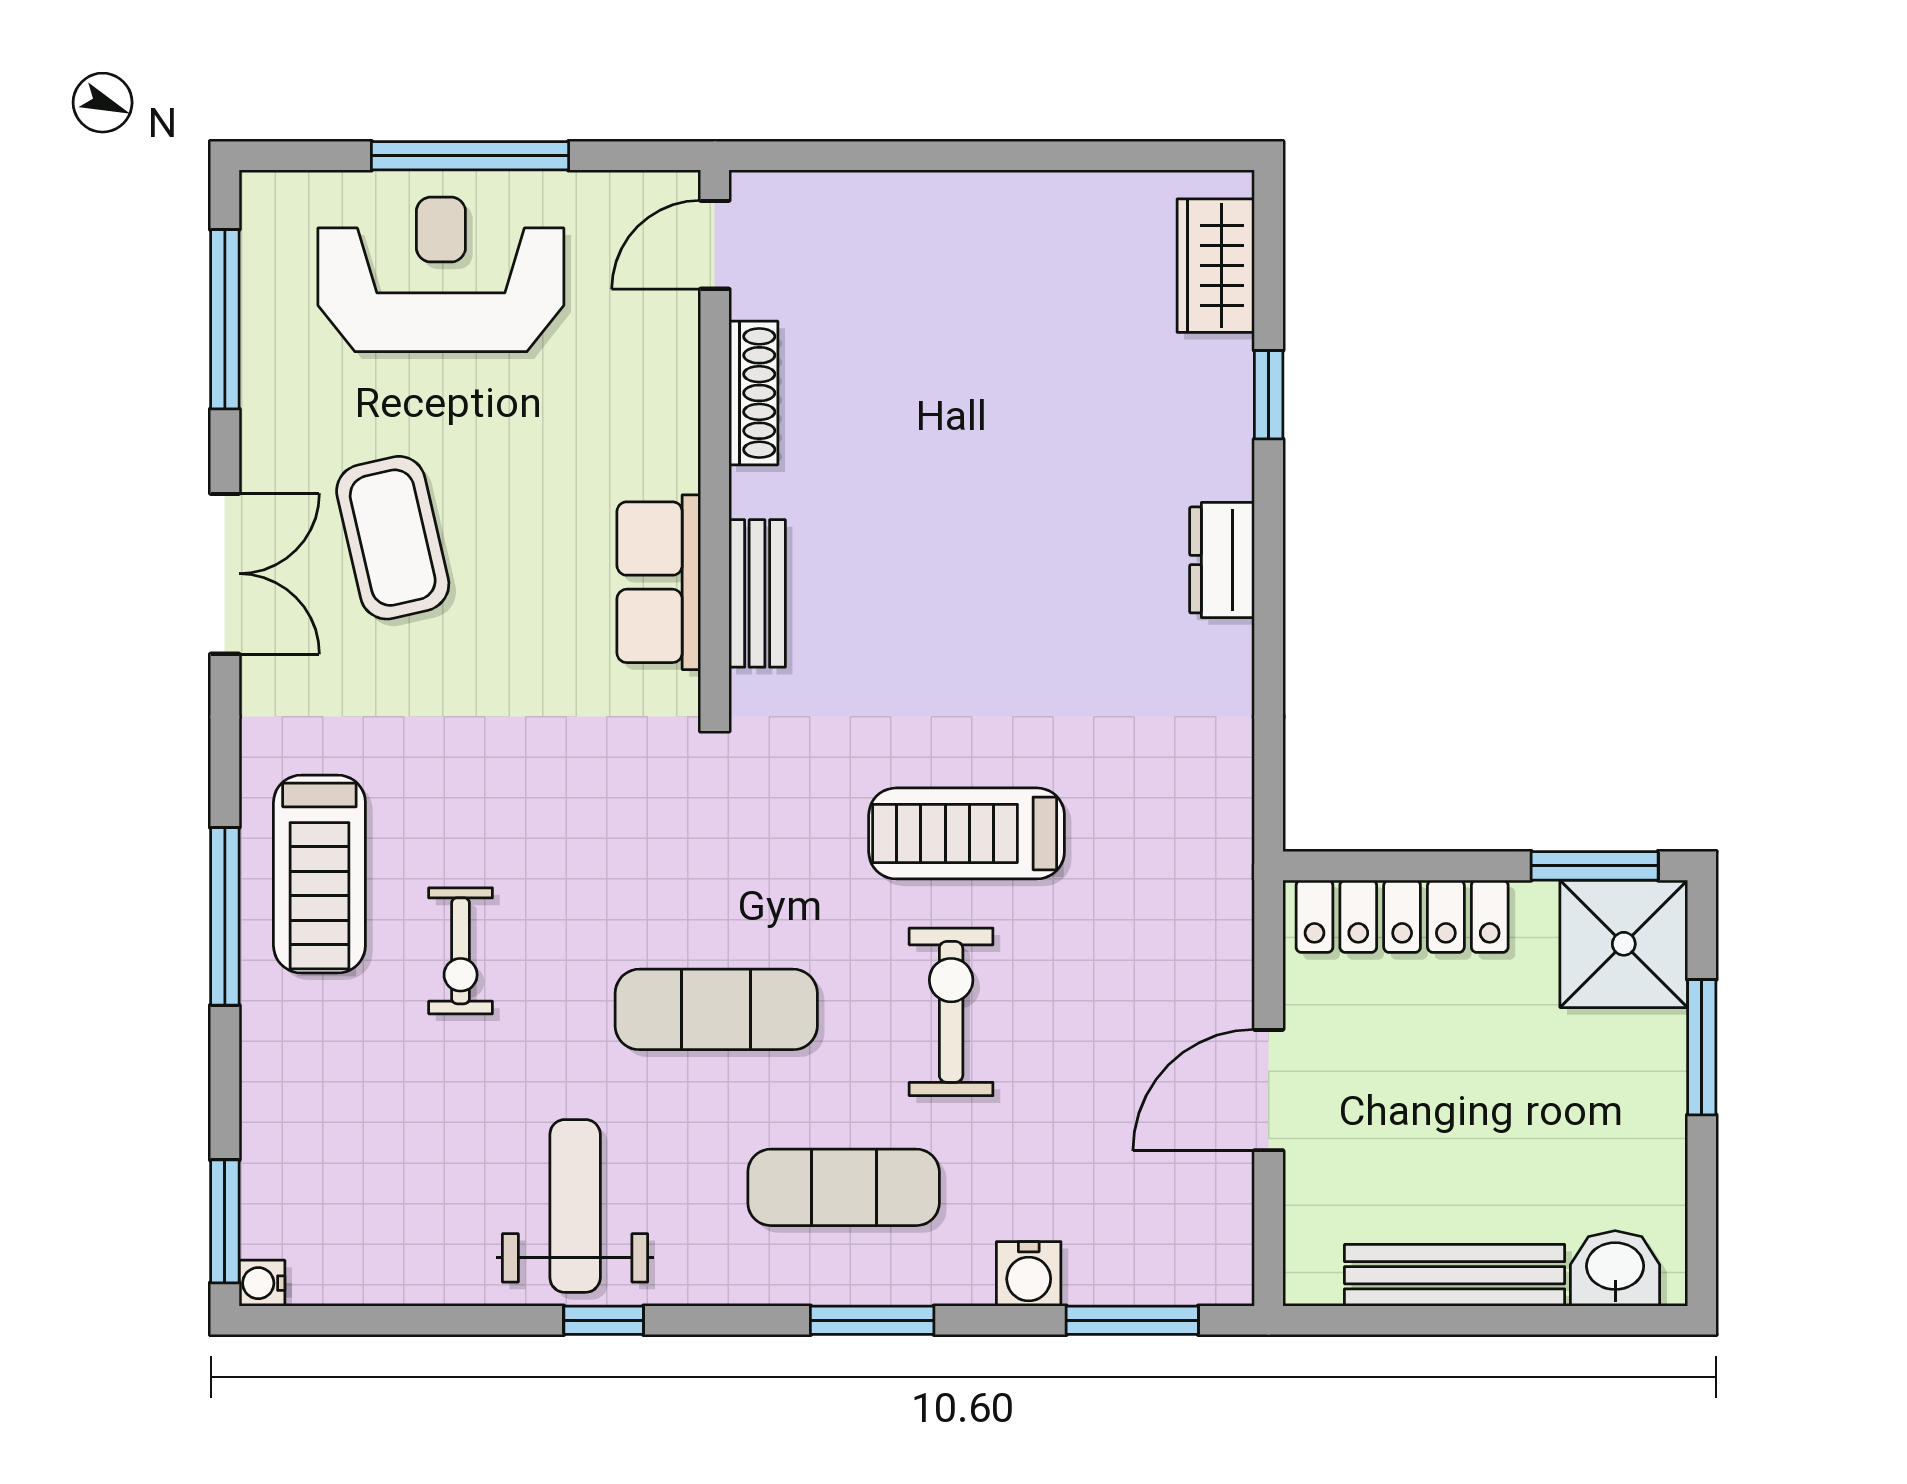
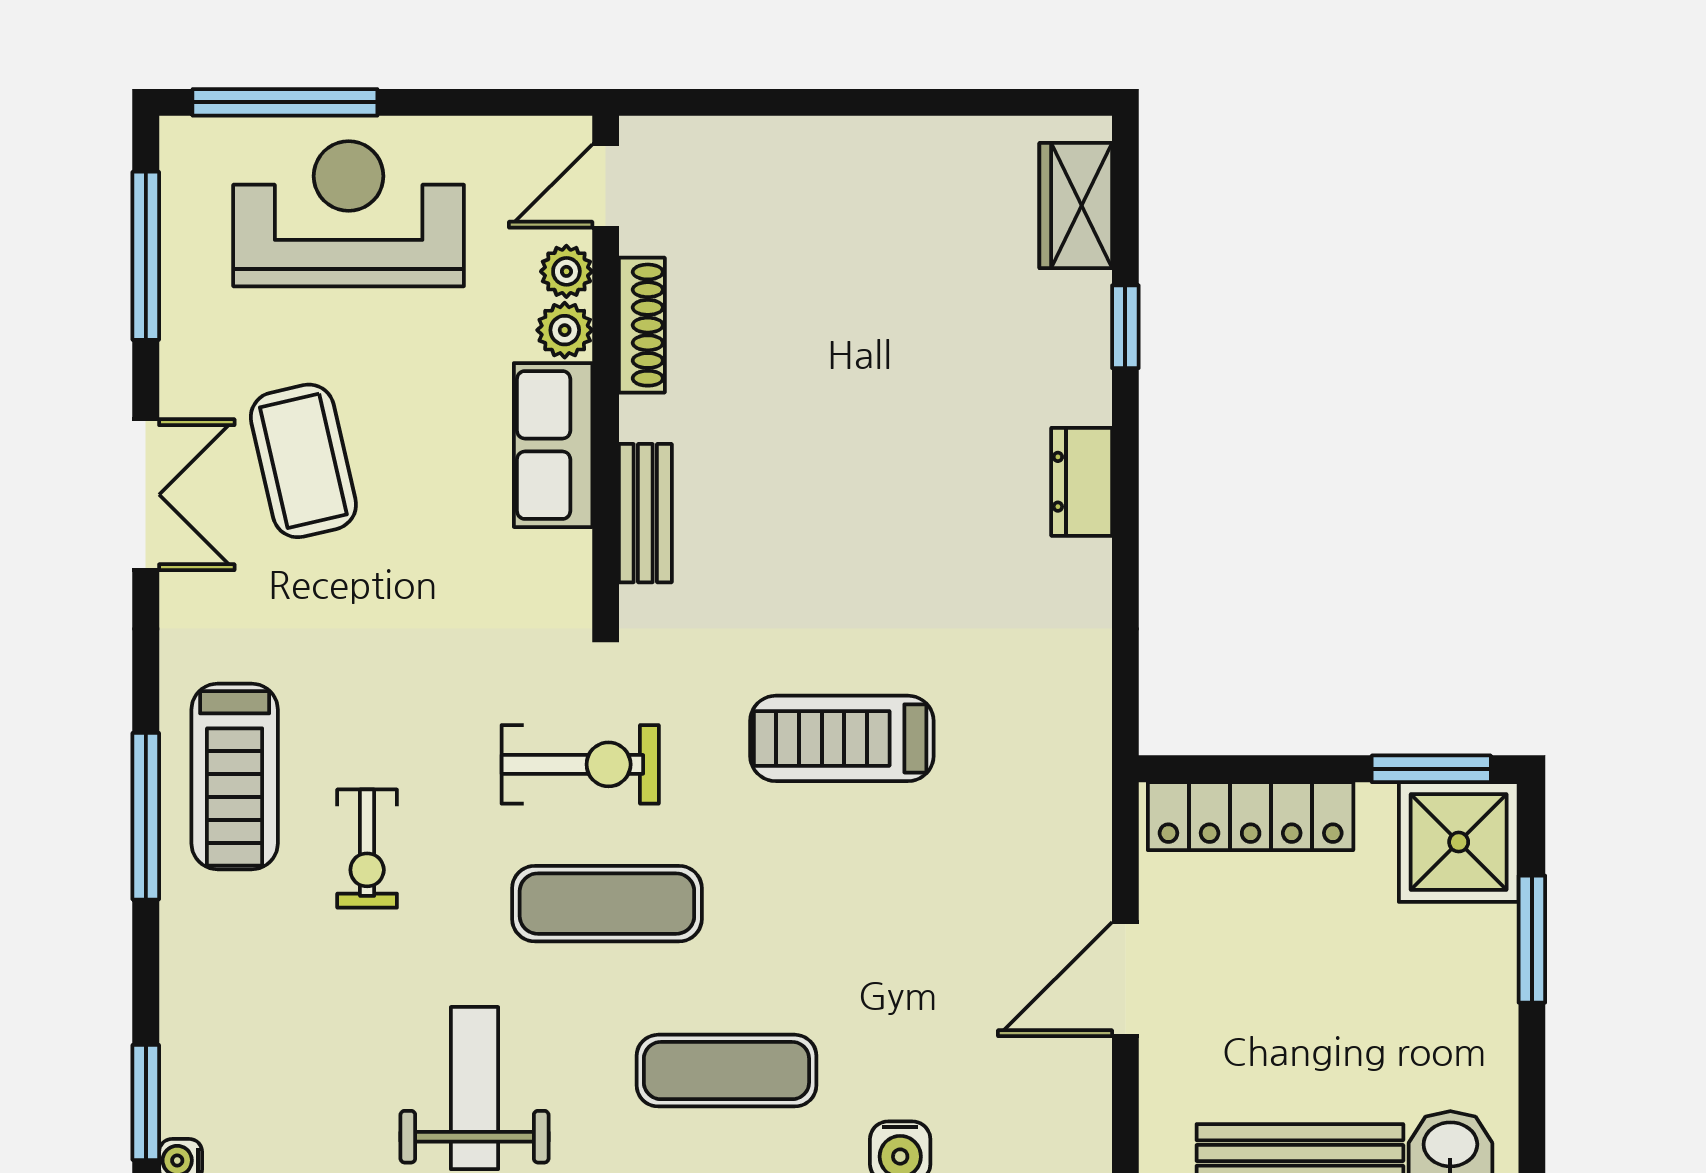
window: (470, 156) -> (285, 102), moved
plant: (673, 336) -> (566, 271), added
plant: (671, 398) -> (565, 330), added
row of seats: (659, 582) -> (553, 445), moved
exercise bike: (951, 1012) -> (580, 764), moved, turned 90

